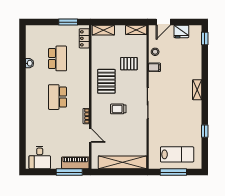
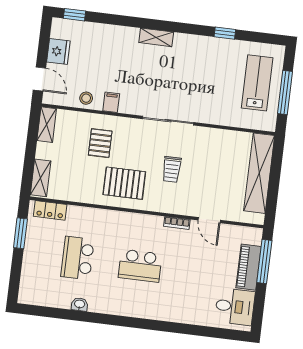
school desk: (57, 58) -> (77, 258), turned -90
door: (90, 136) -> (209, 220), swing flipped
piano: (75, 163) -> (248, 267), moved

